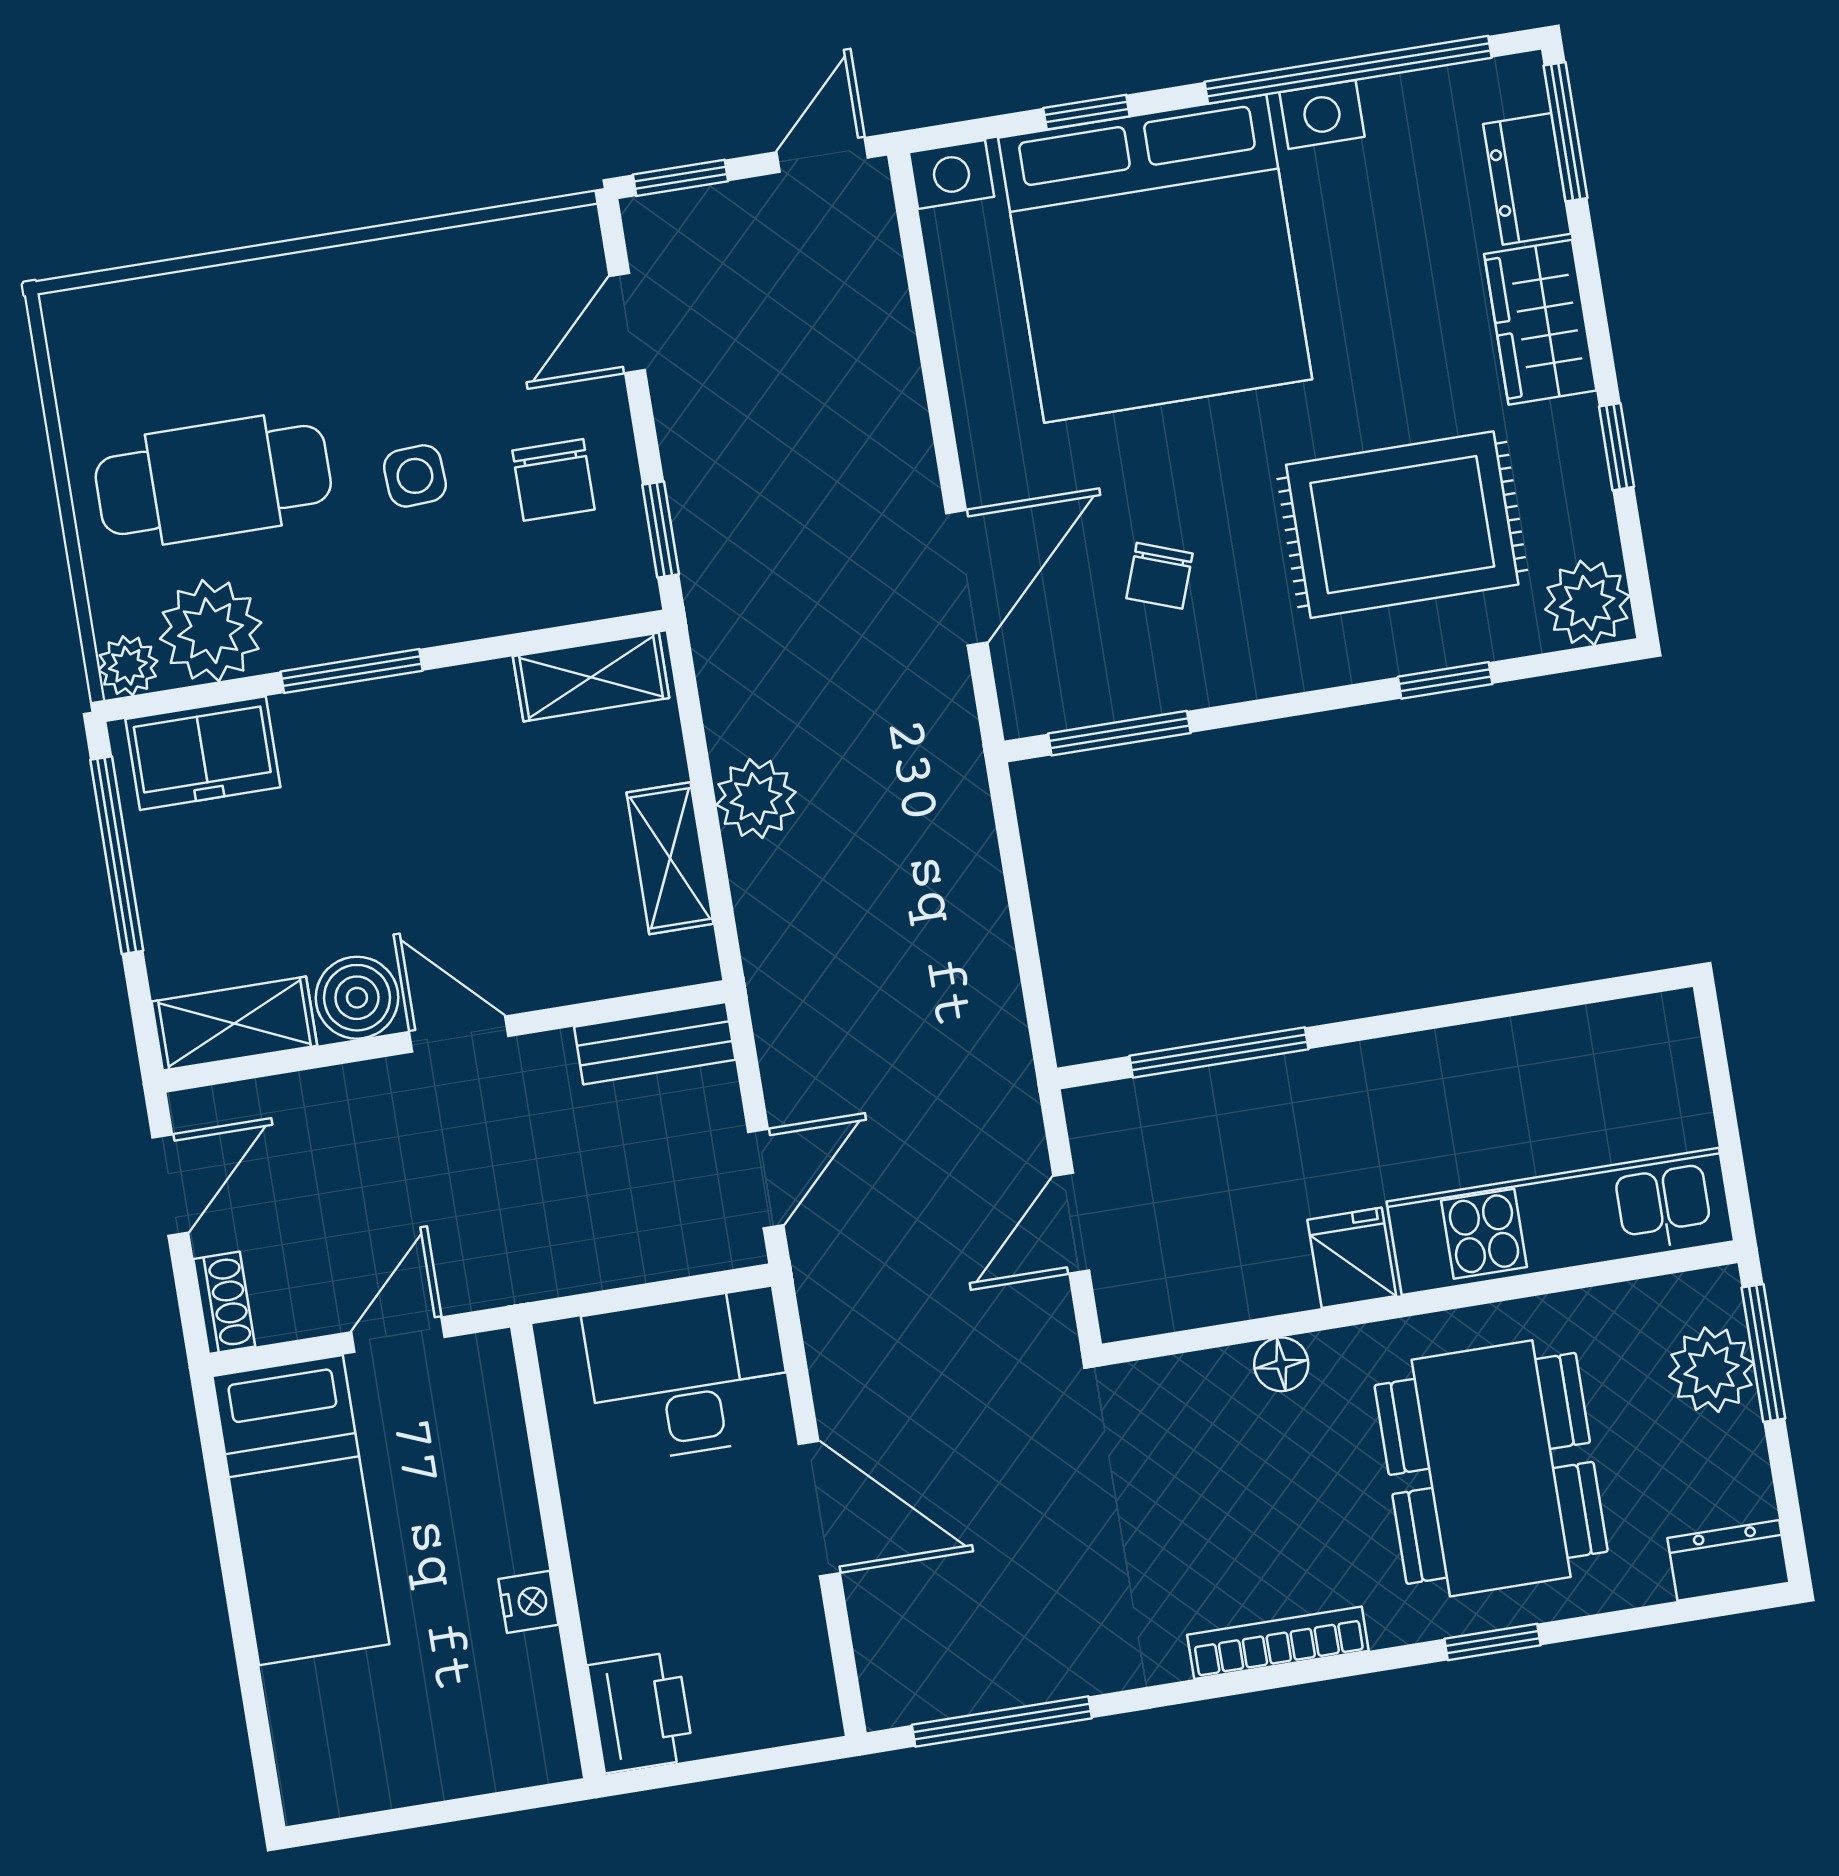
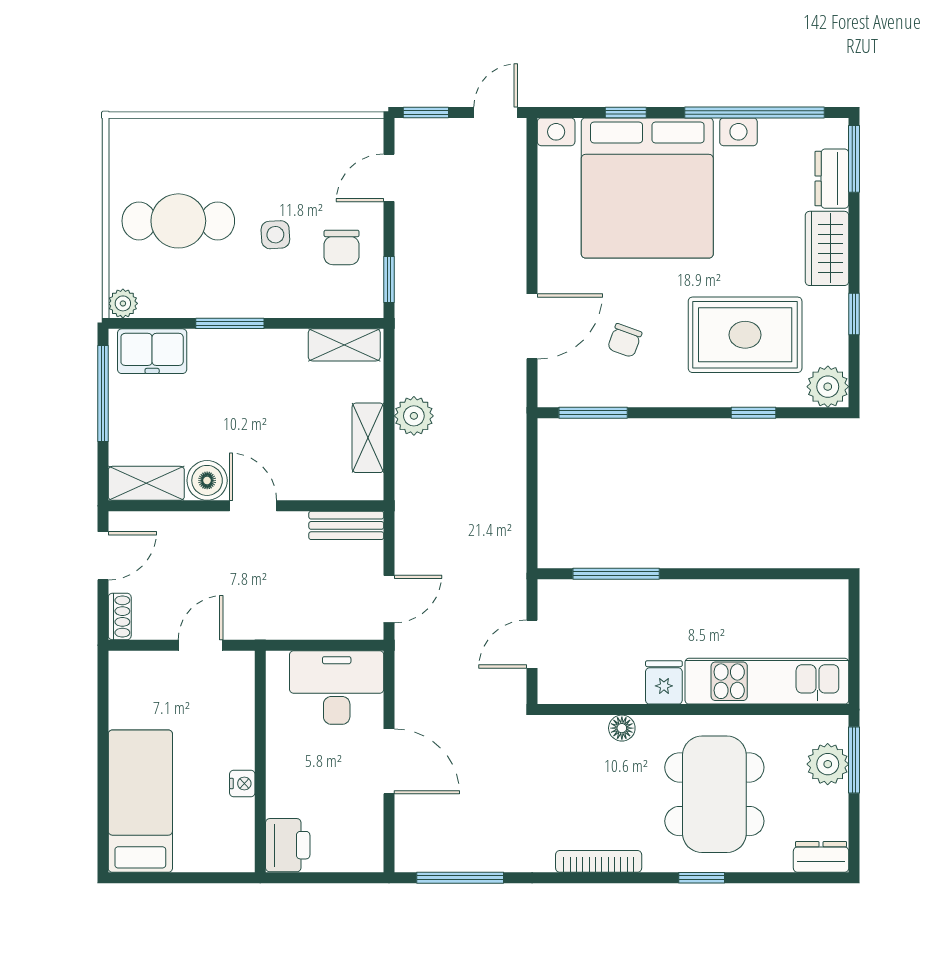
plant: (211, 631) -> (165, 293), removed
bed: (301, 1510) -> (140, 801), moved, turned 180

